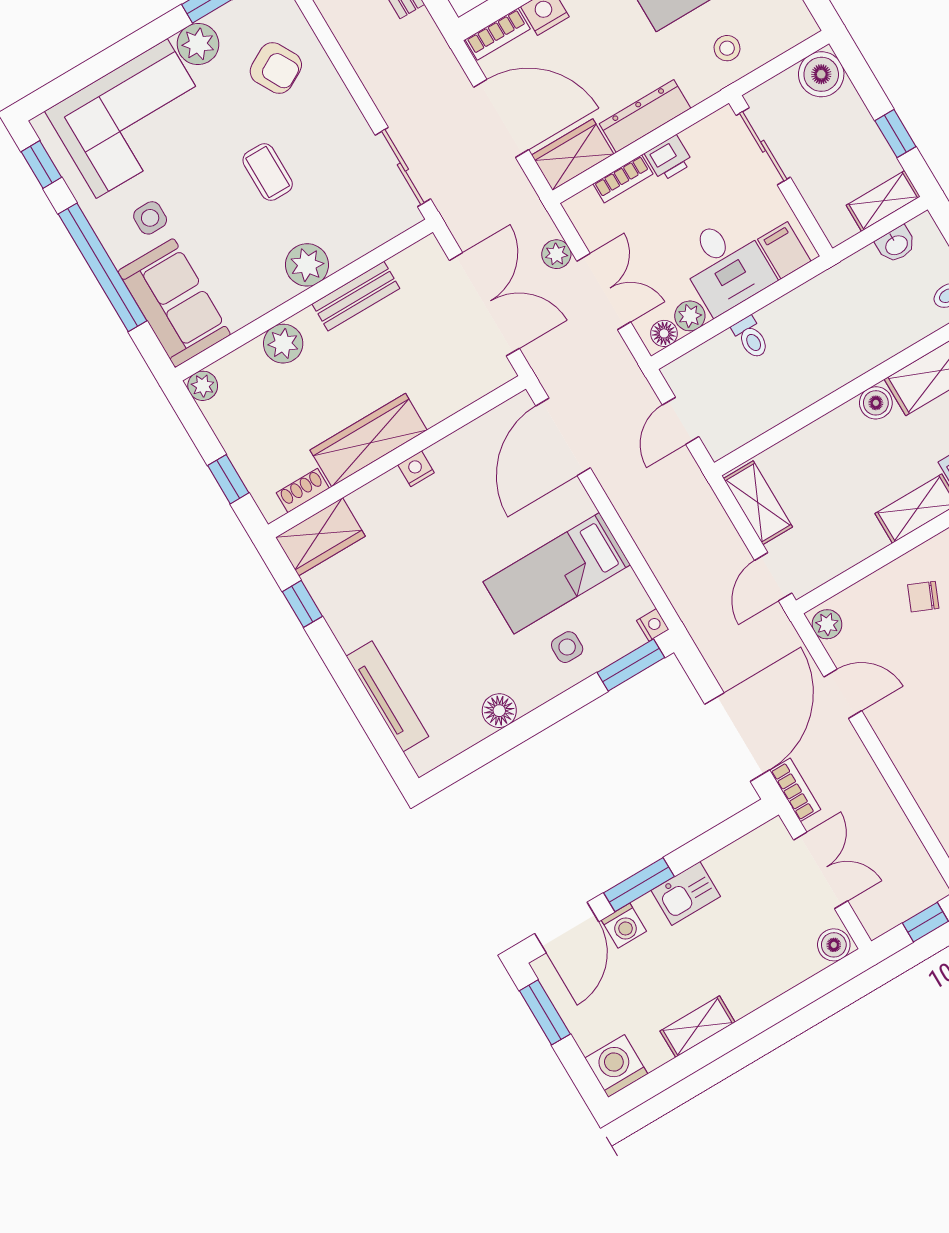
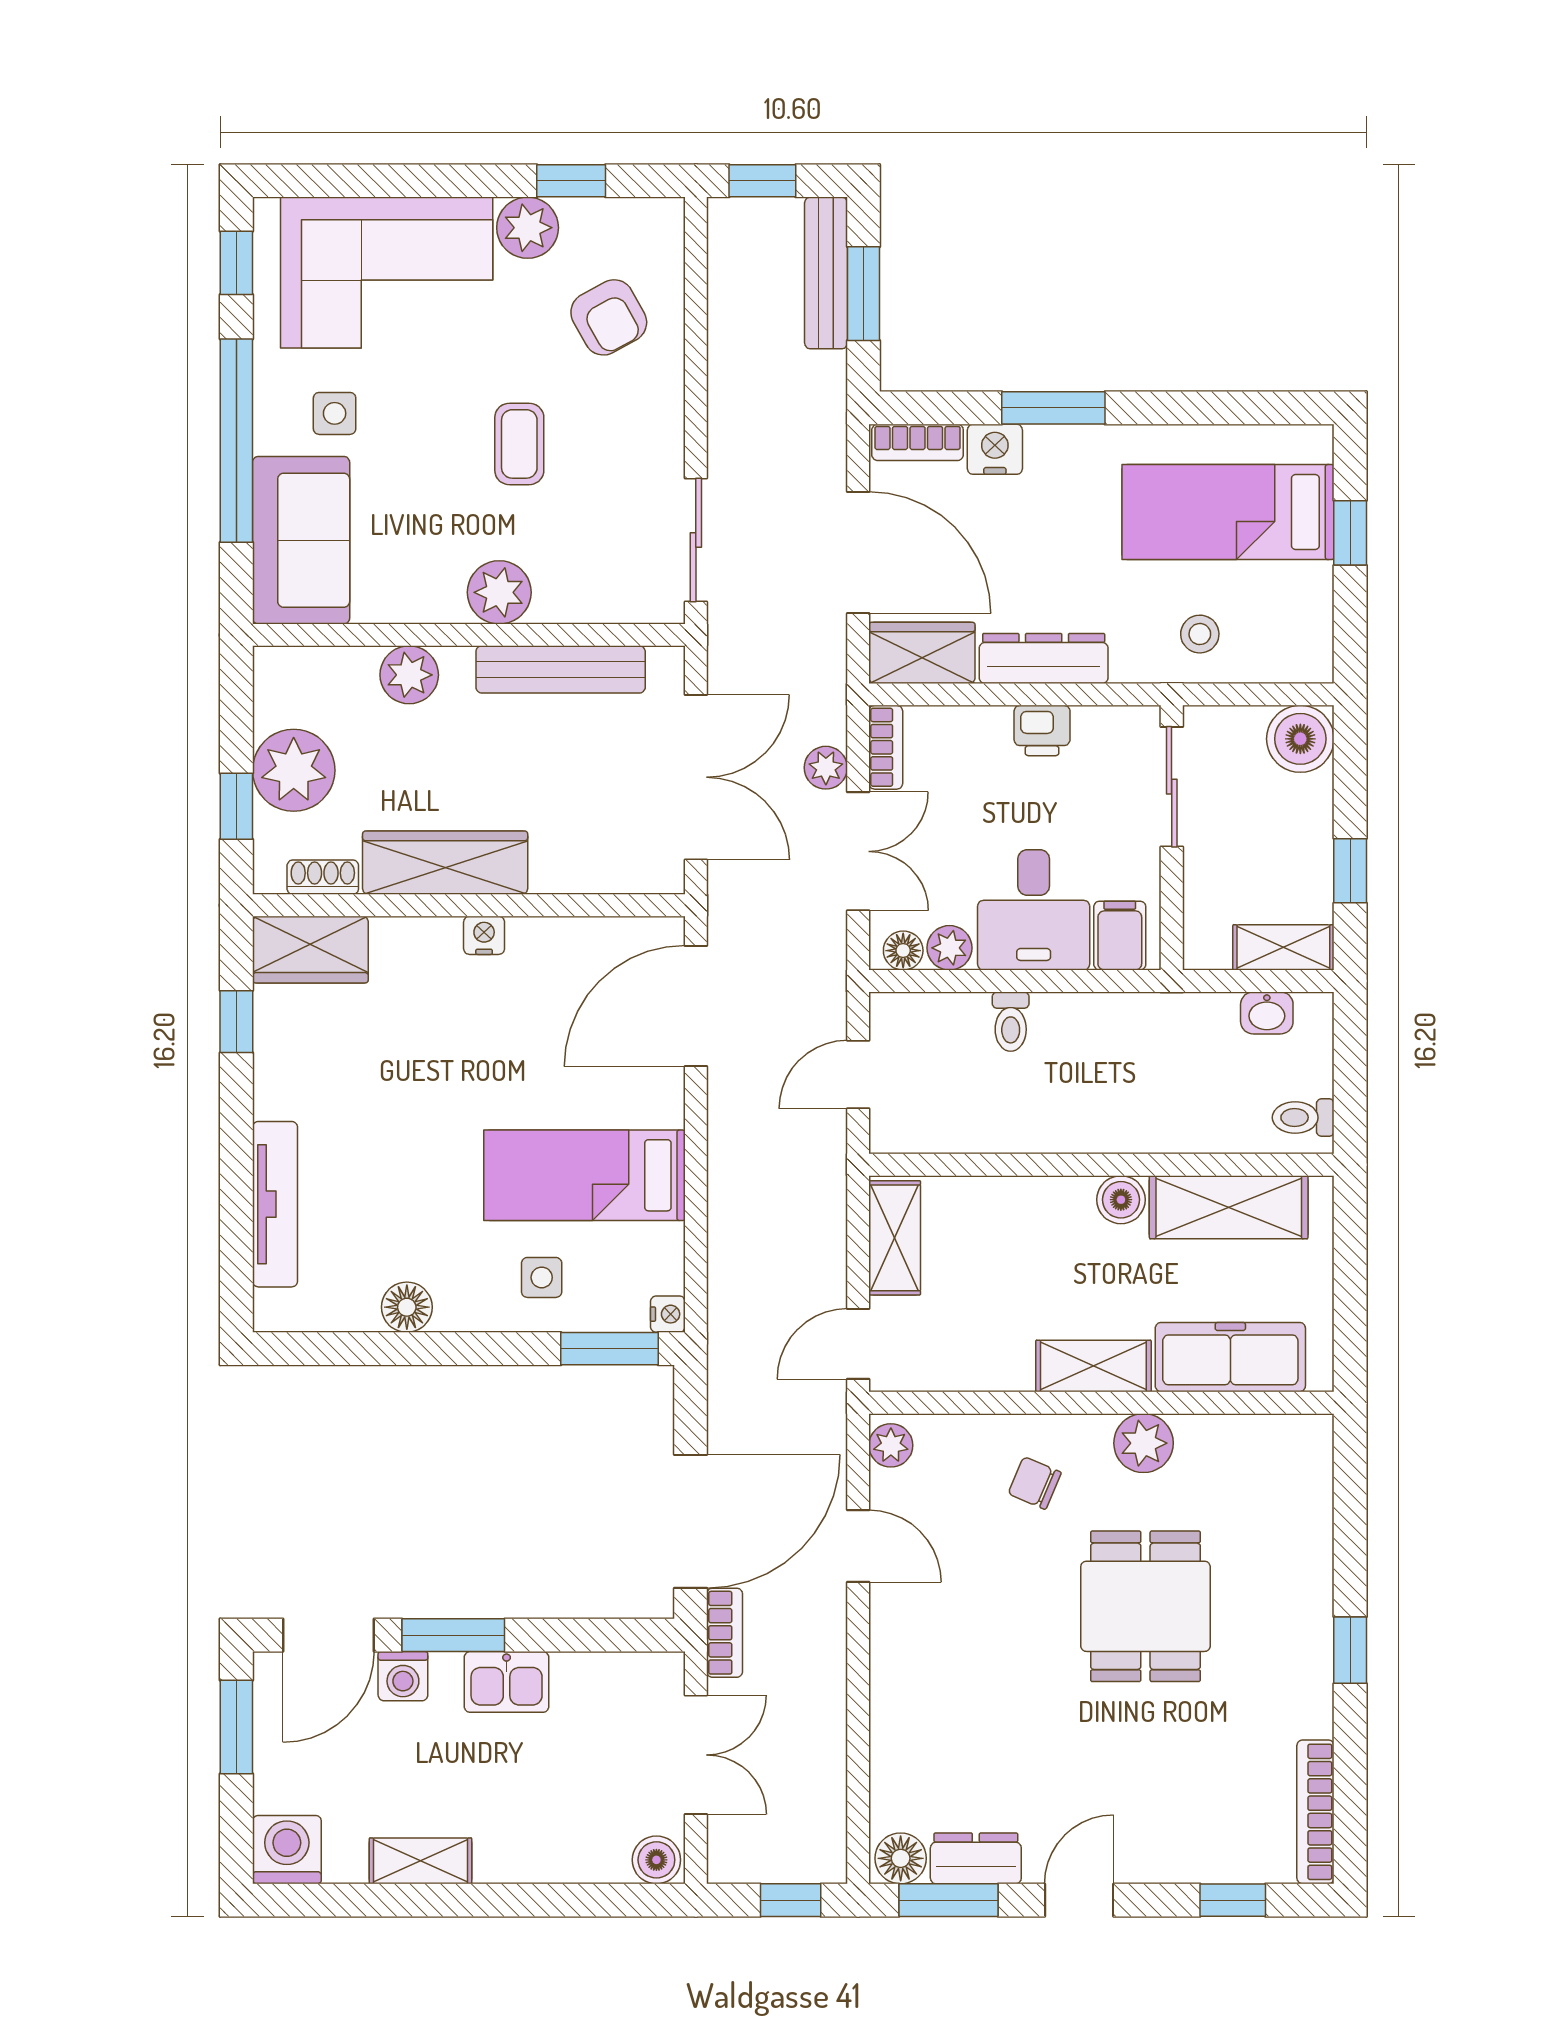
bookcase: (623, 179) -> (886, 747), moved, turned -90
bench: (356, 296) -> (561, 669), width x1.36
plant: (203, 386) -> (294, 770), moved, width x1.87, depth x1.87

